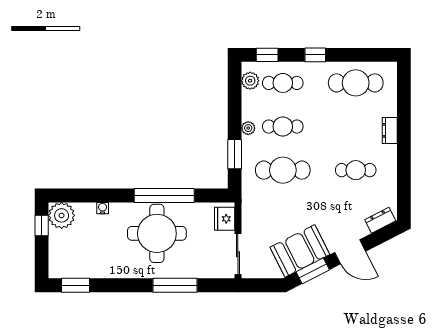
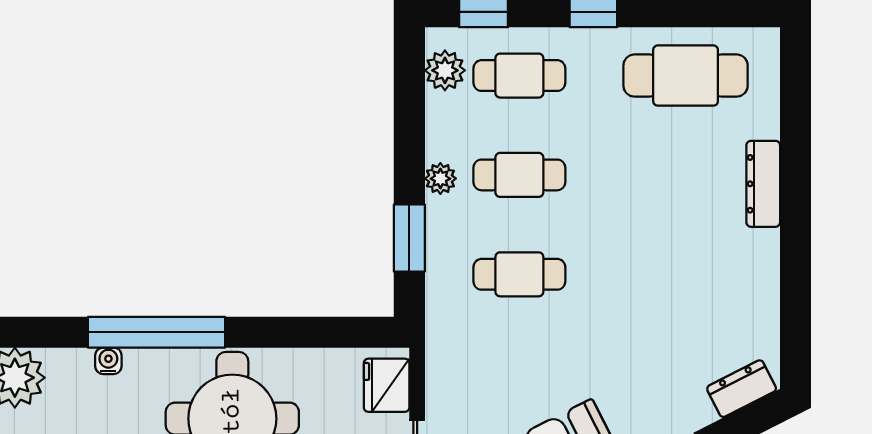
dresser: (390, 130) -> (763, 184), width x1.44
cafe table: (283, 170) -> (519, 274), width x0.73, depth x0.74
cafe table: (356, 170) -> (686, 274), removed
window: (164, 195) -> (156, 332), moved

